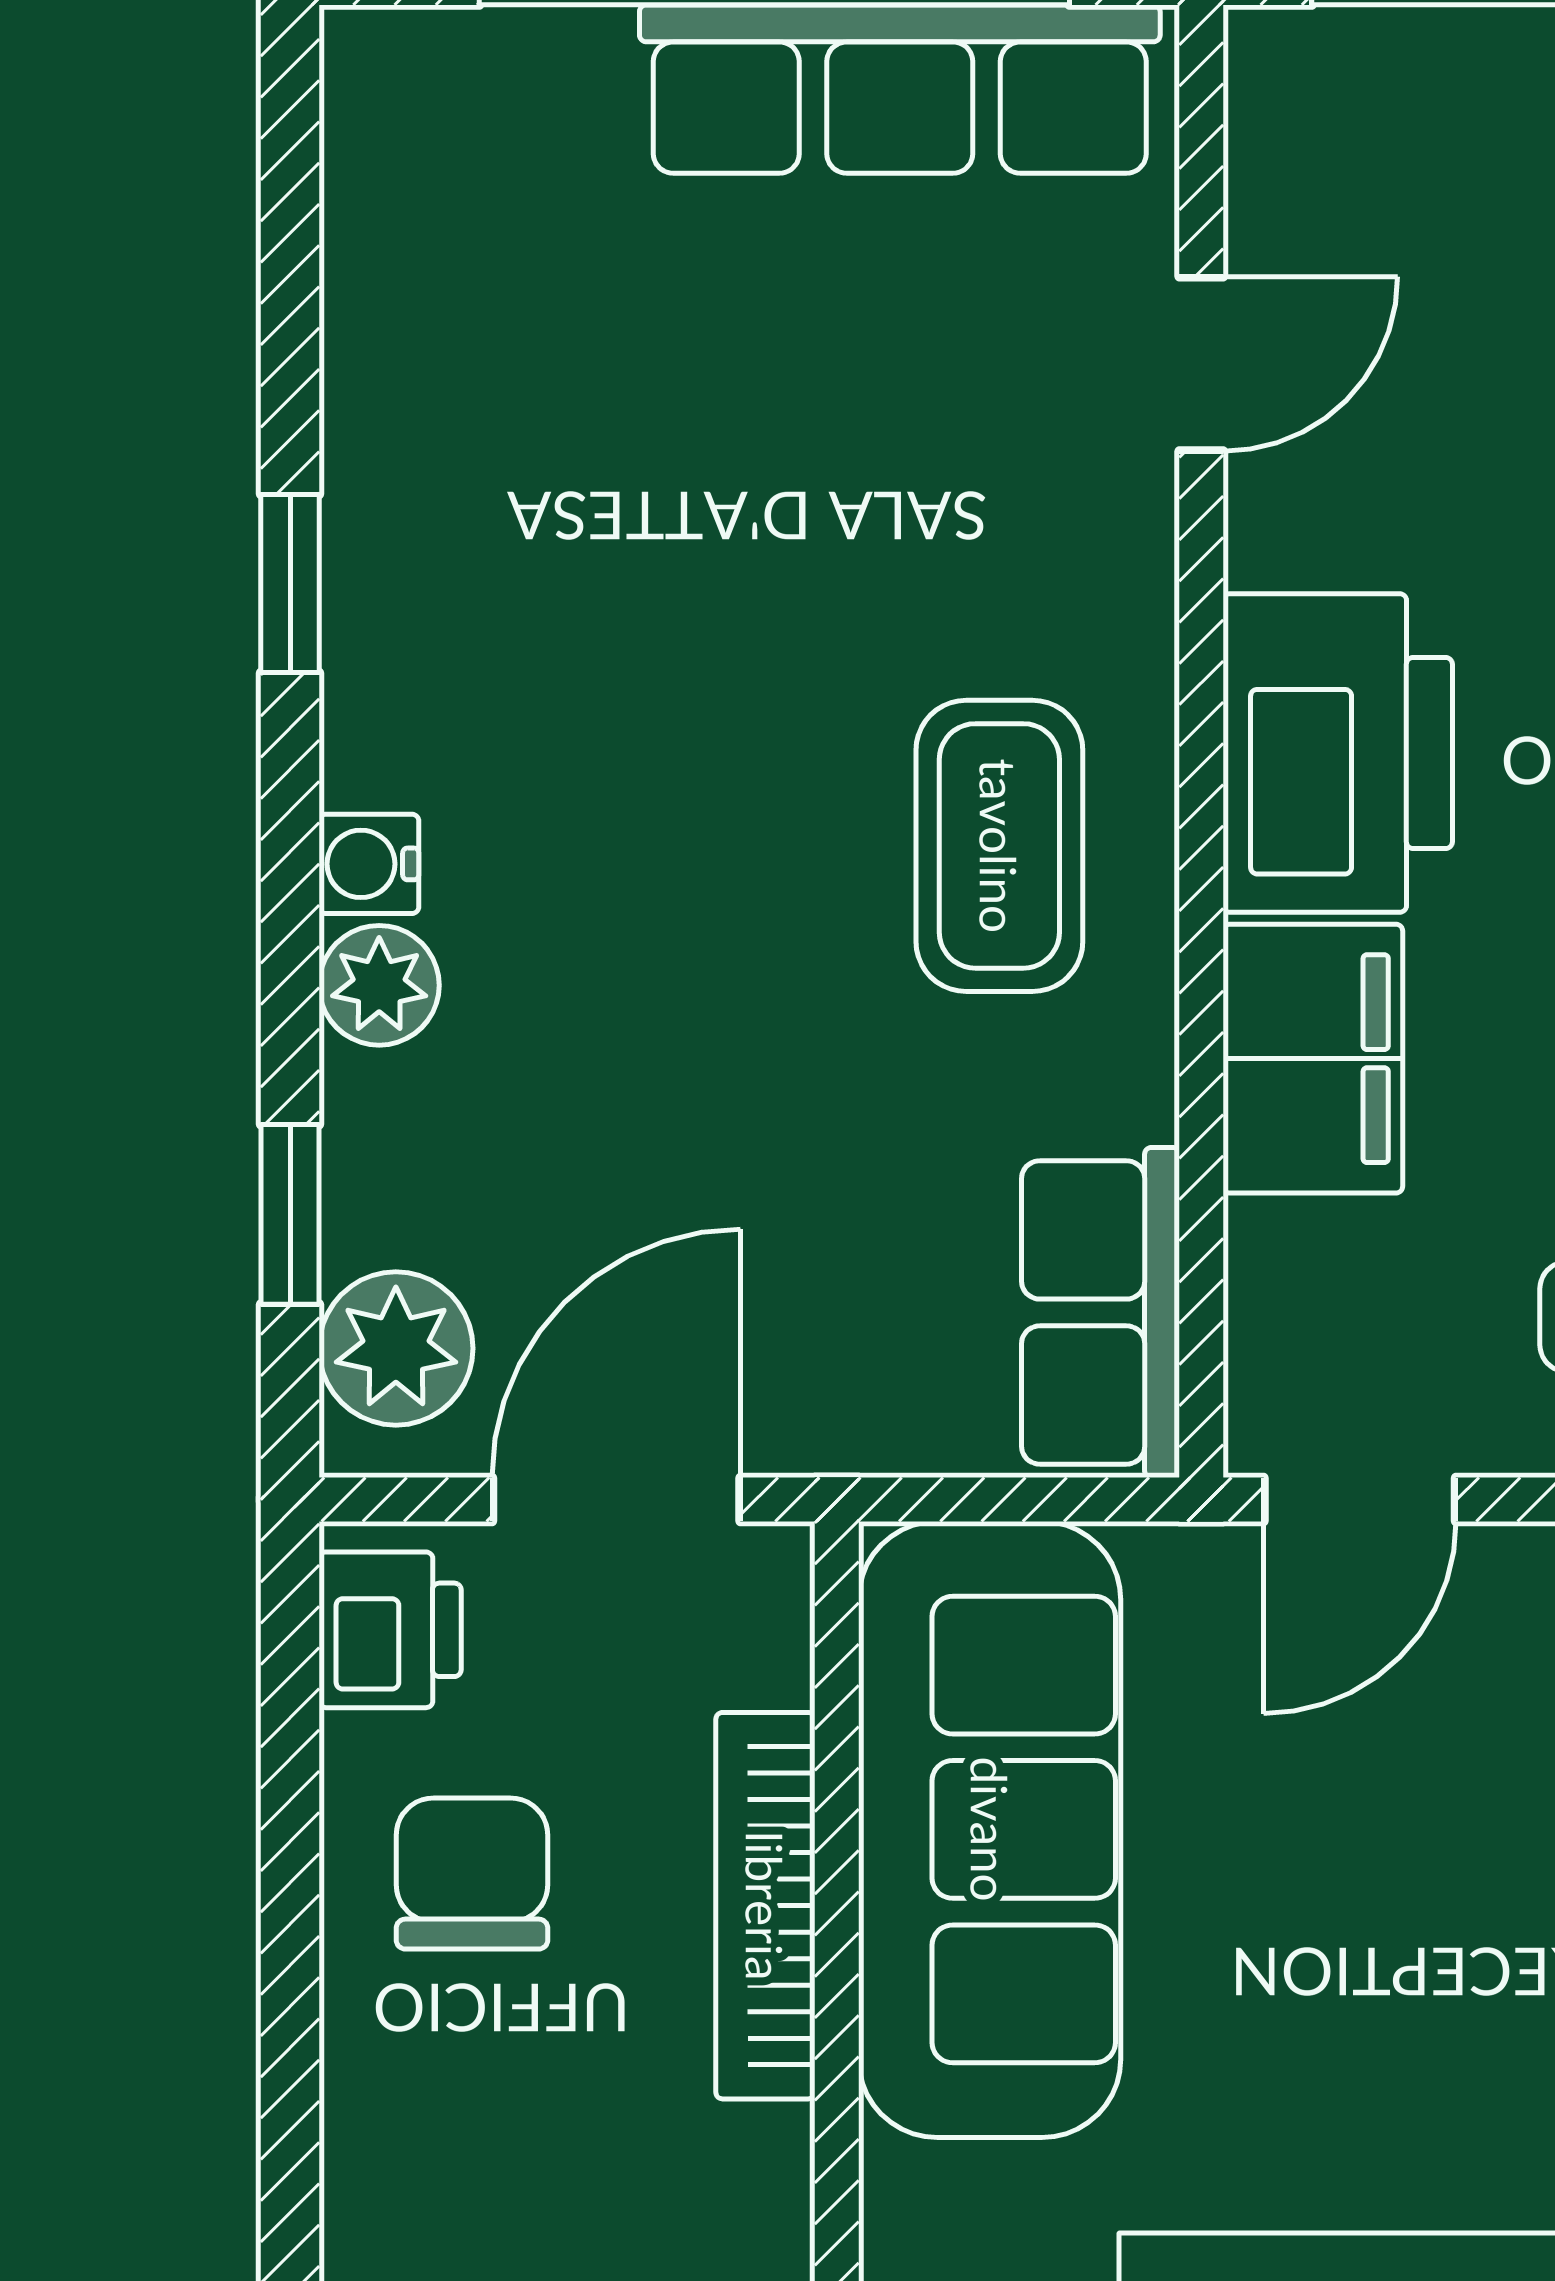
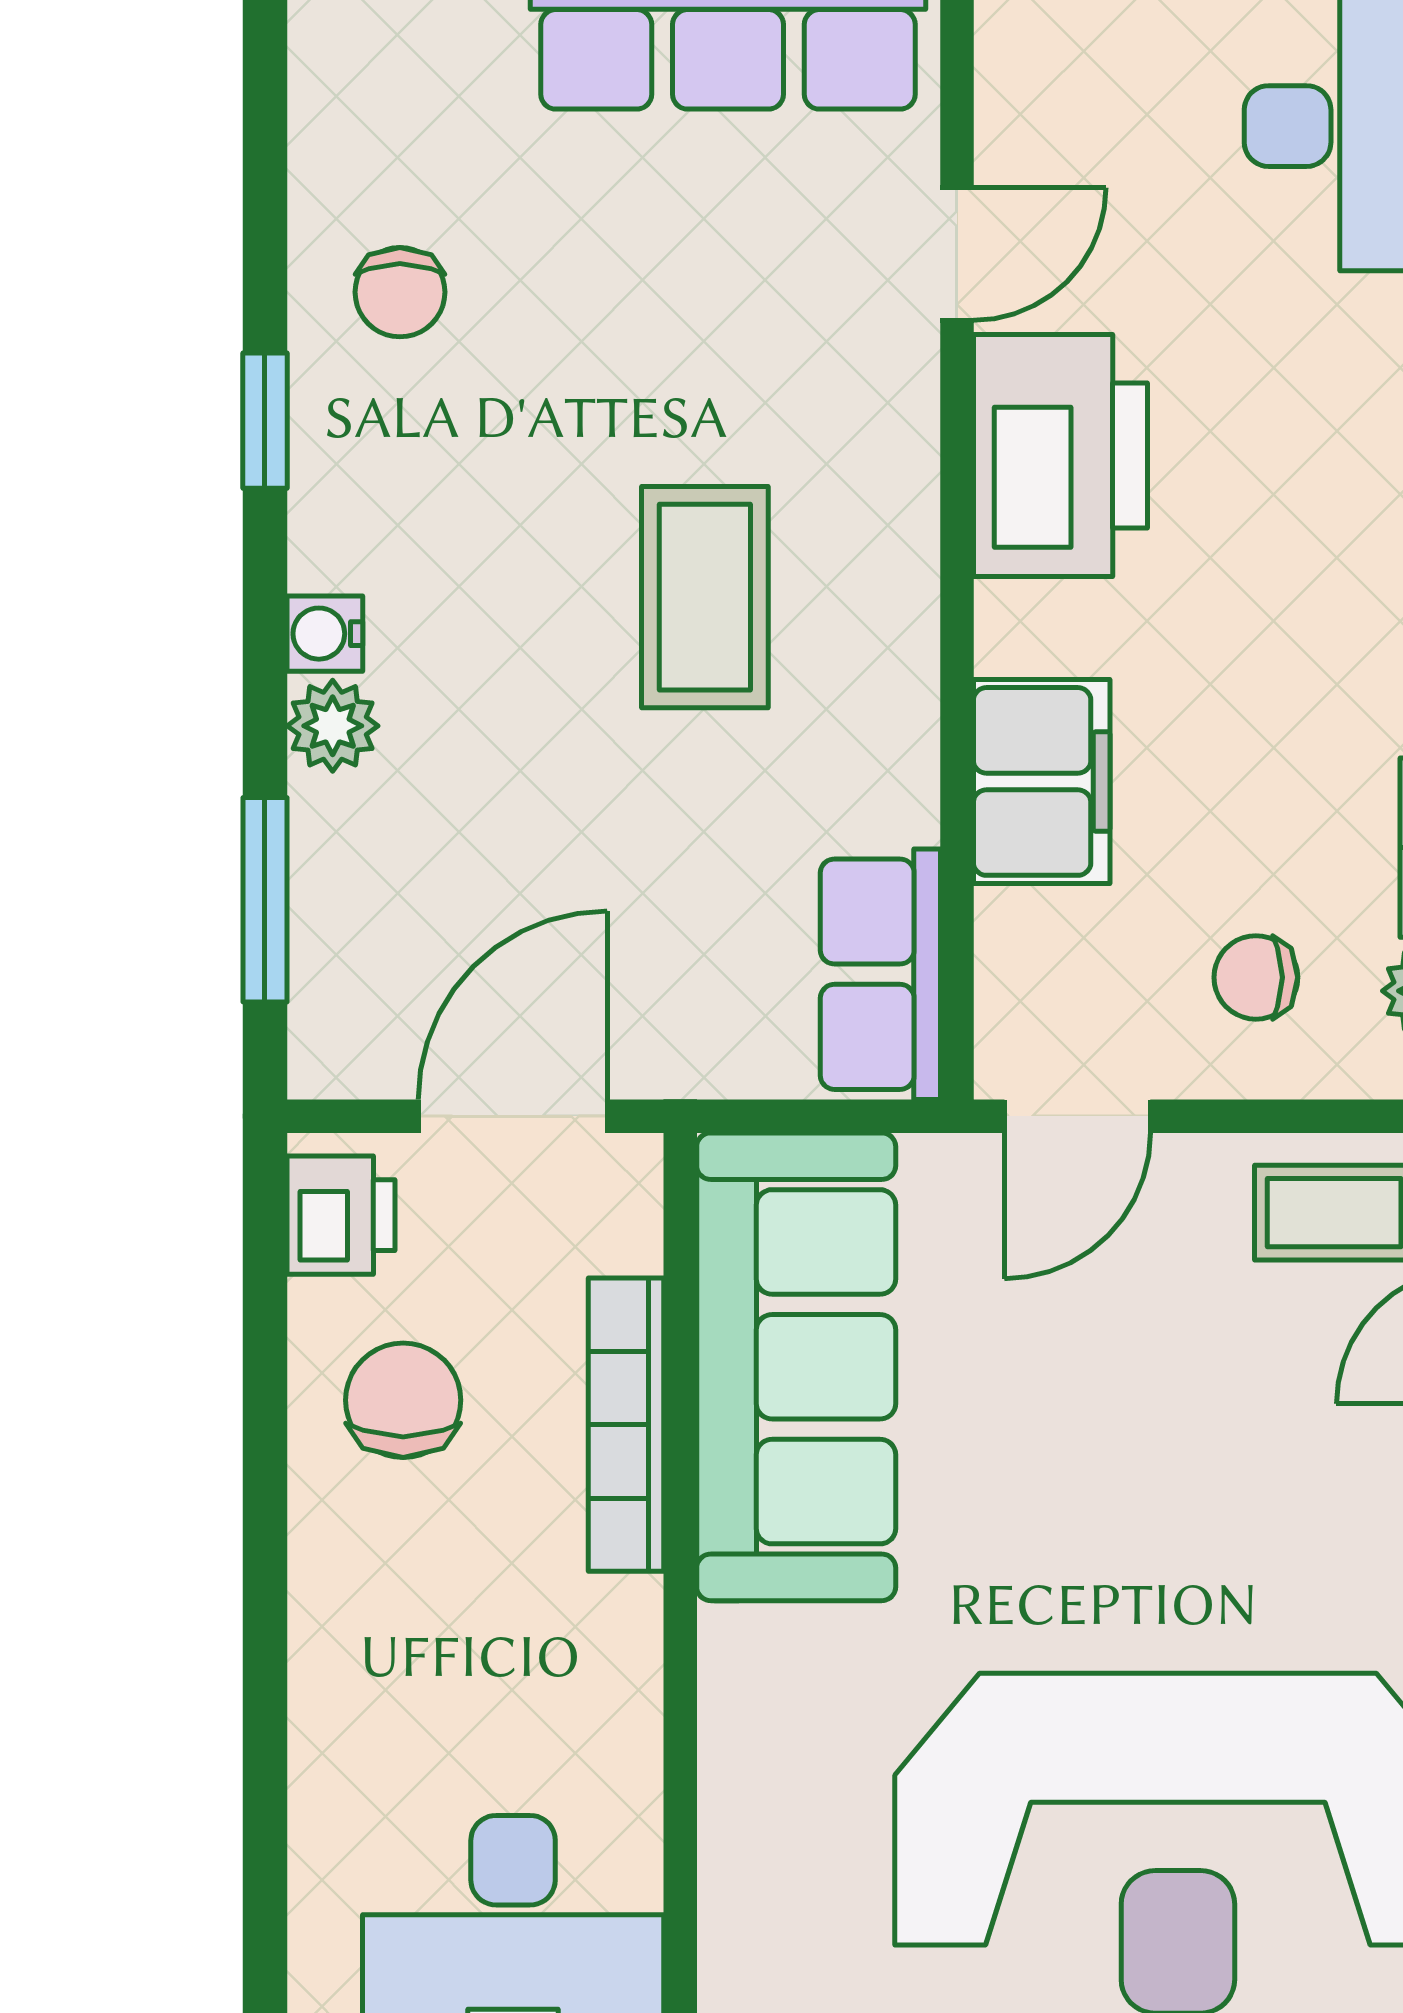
chair: (468, 414) -> (400, 292), added
printer: (1338, 753) -> (1061, 455), moved
coffee table: (999, 846) -> (705, 597), moved
window: (290, 1214) -> (265, 900), width x1.50
plant: (396, 1348) -> (345, 1002), removed

